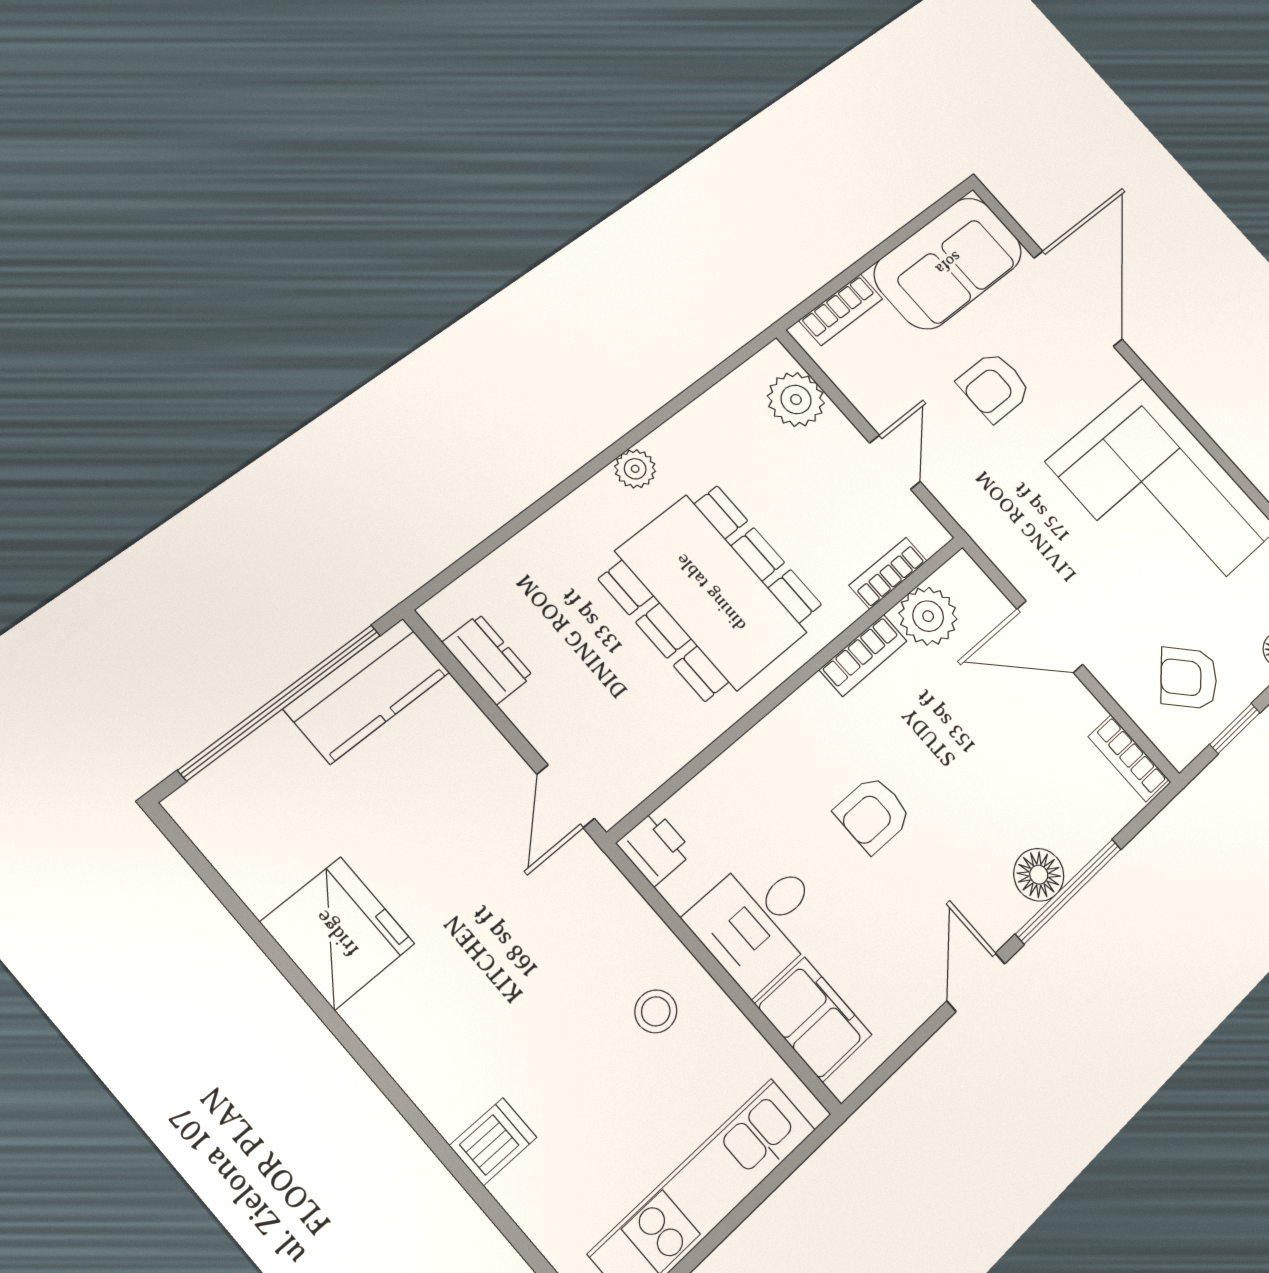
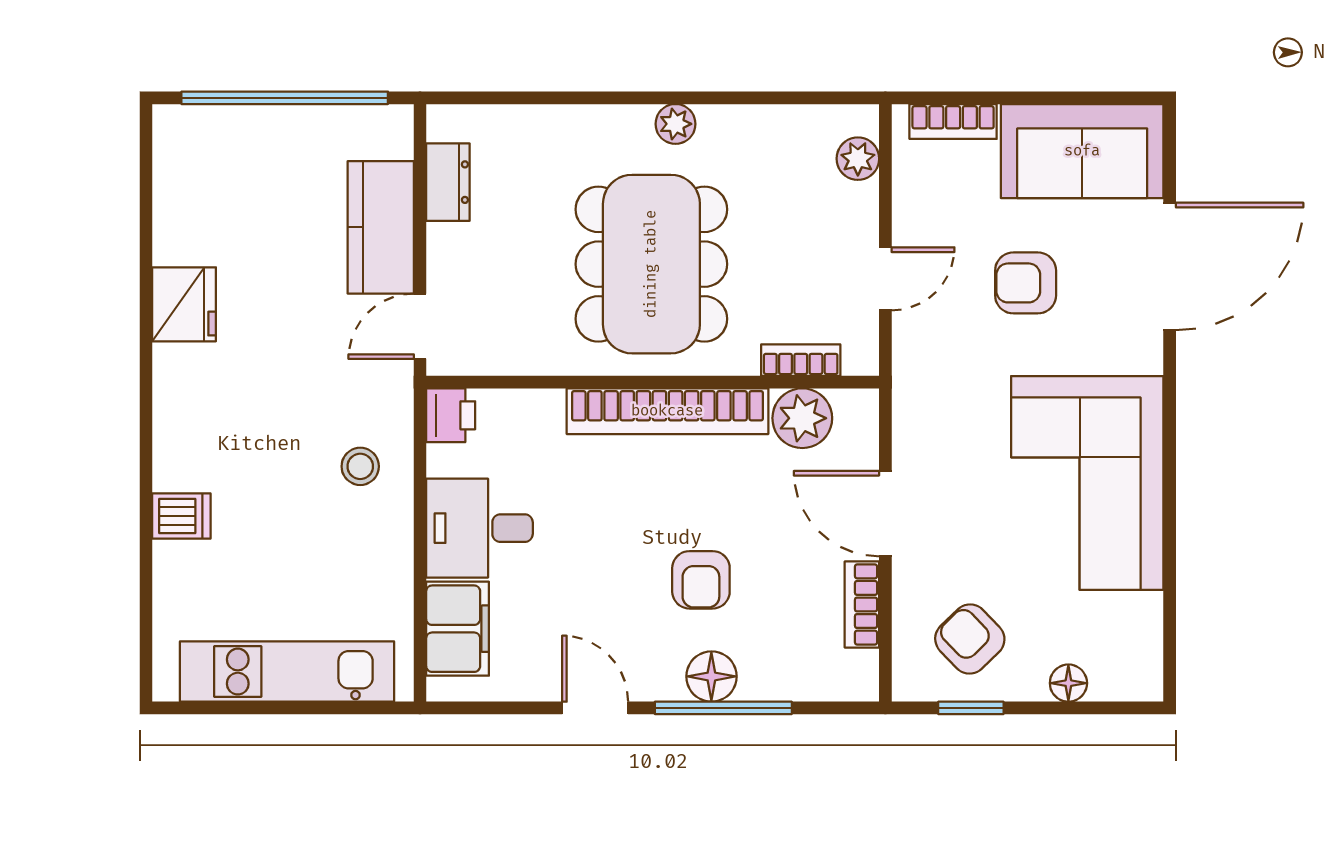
plant: (796, 399) -> (858, 159), width x0.73, depth x0.73
bookcase: (863, 655) -> (667, 411), width x2.31, depth x1.31
kitchen counter: (367, 690) -> (381, 227), moved, turned 90
bookcase: (1128, 758) -> (862, 604), moved
armchair: (873, 814) -> (701, 580), moved, turned -90
fridge: (337, 933) -> (184, 304), width x0.73, depth x0.75
door: (976, 982) -> (595, 708), hinge flipped
stool: (656, 1011) -> (360, 466), moved

